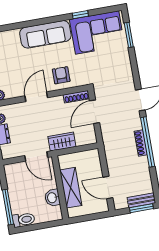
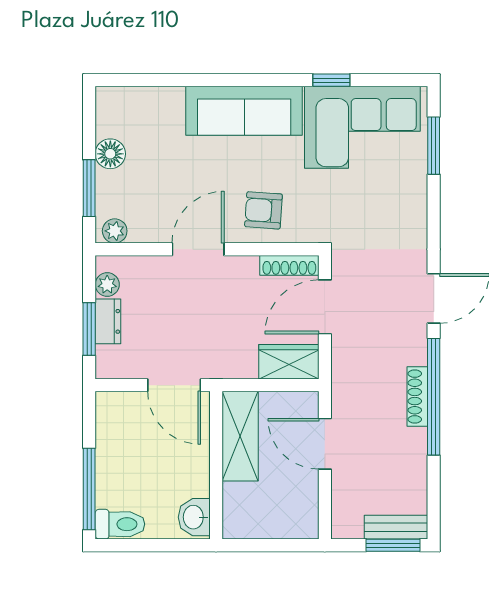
armchair: (61, 75) -> (263, 210), turned -86
wardrobe: (62, 142) -> (289, 362), moved
shelving: (71, 188) -> (240, 436), moved
door: (108, 188) -> (325, 444), moved
washbasin: (52, 198) -> (194, 517), moved

